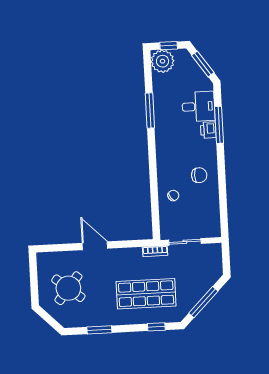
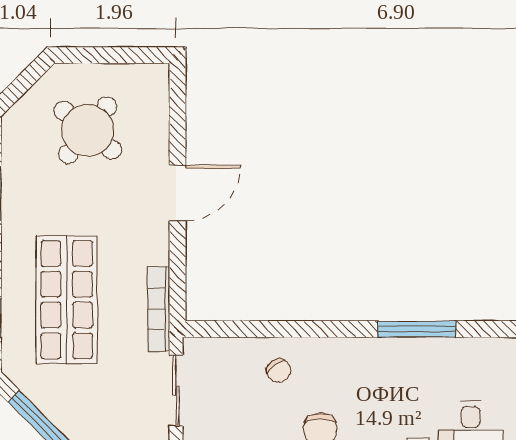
window: (150, 111) -> (417, 329), moved
bookcase: (155, 251) -> (159, 309), width x1.56

